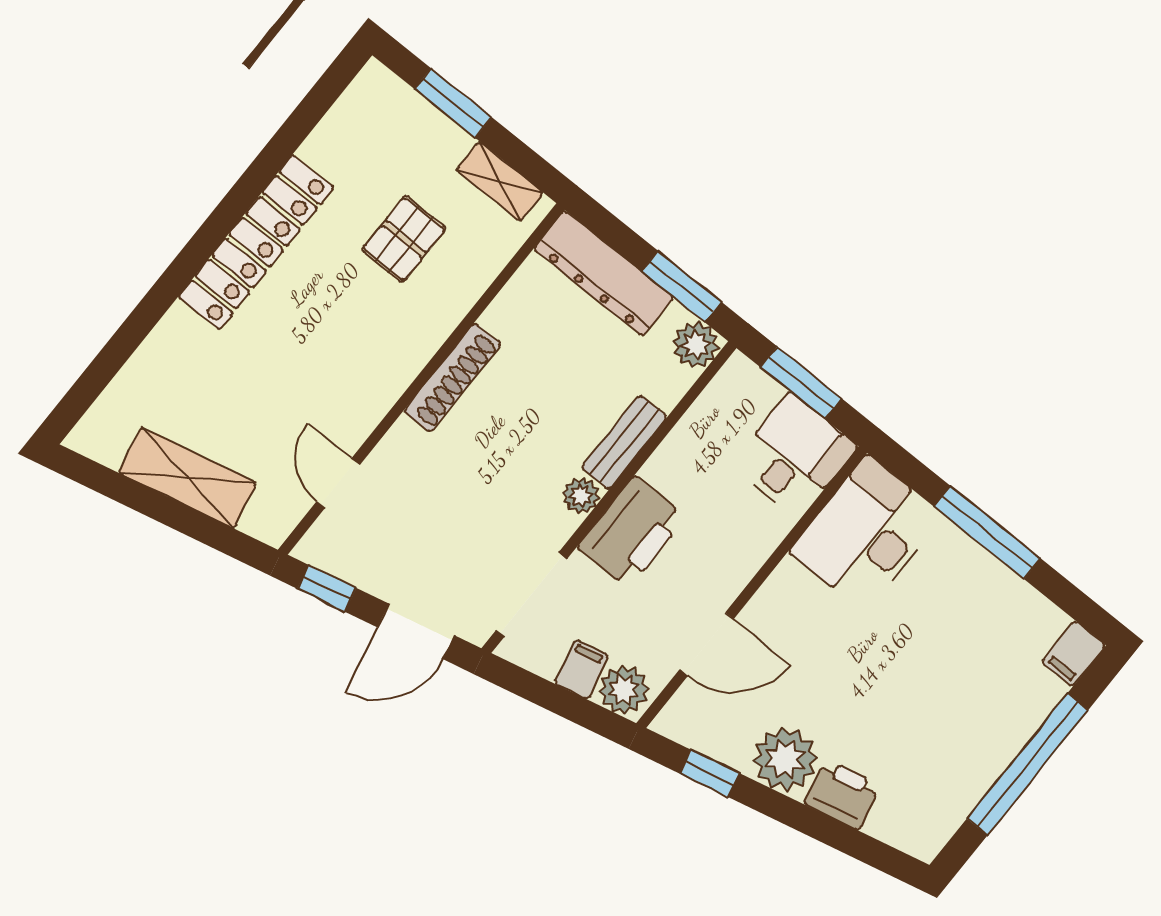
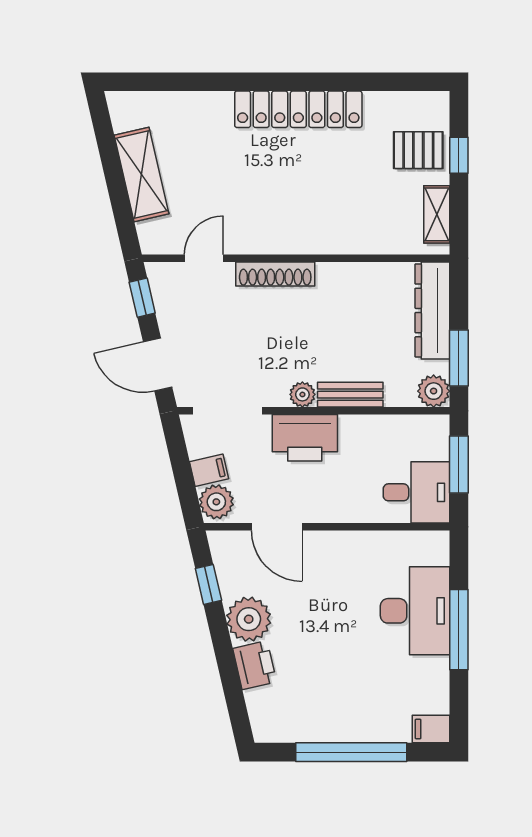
window: (453, 103) -> (459, 155), width x0.67
pallet: (404, 239) -> (418, 150), moved
shoe rack: (453, 377) -> (275, 274), moved
desk: (866, 534) -> (415, 611), moved, turned 90

